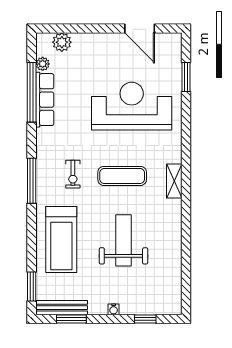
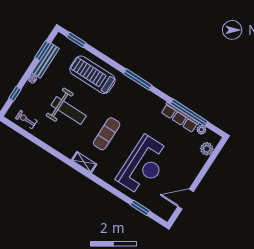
exercise bike: (73, 174) -> (26, 120), moved
bench: (62, 308) -> (46, 61), moved

